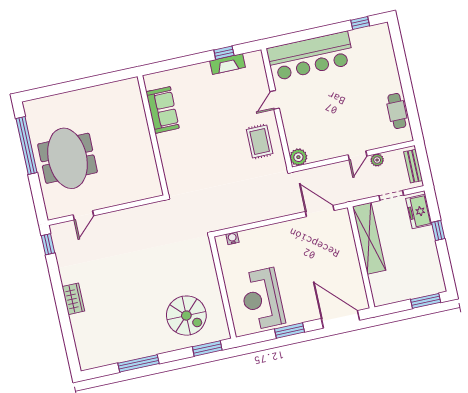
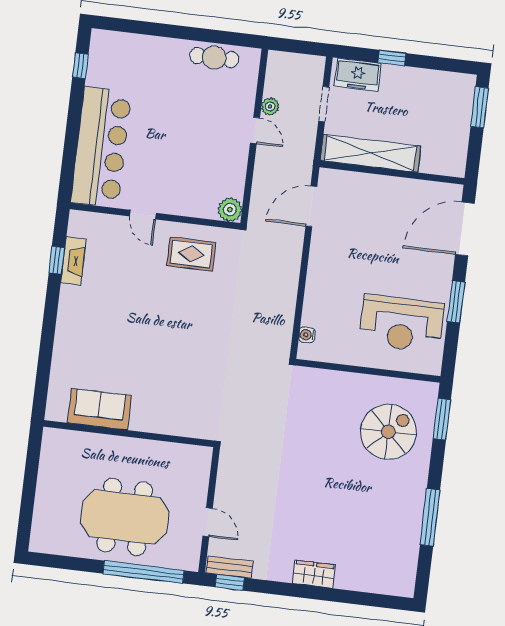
sofa: (163, 110) -> (99, 409), moved
wall: (153, 135) -> (129, 434), moved
window: (27, 146) -> (143, 572), moved
bench: (413, 166) -> (230, 567), moved

